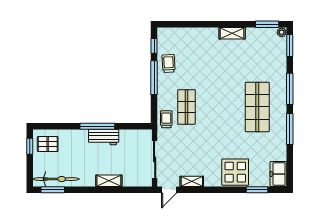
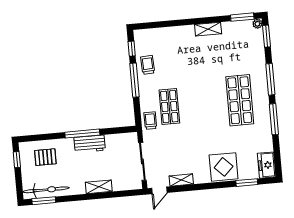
pallet: (48, 144) -> (45, 157), moved

